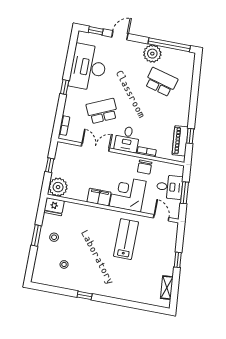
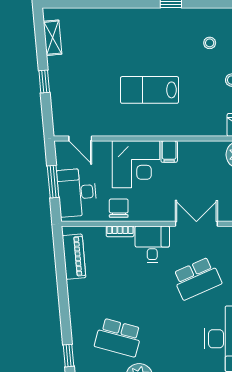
window: (190, 136) -> (68, 356), moved
double door: (95, 147) -> (196, 224), swing flipped
desk: (170, 187) -> (77, 192), width x1.37
filing cabinet: (99, 197) -> (169, 152), width x0.50
lab bench: (126, 239) -> (150, 90), moved, turned 90

